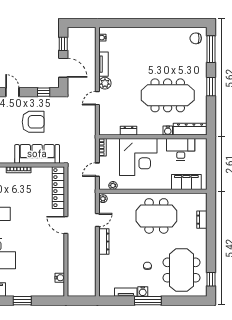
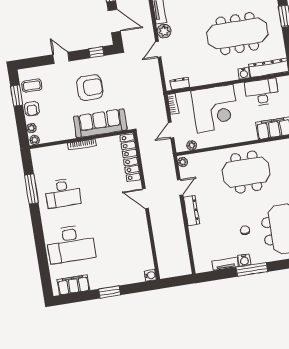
dresser: (128, 131) -> (180, 84), moved
water cooler: (60, 278) -> (150, 275), moved

